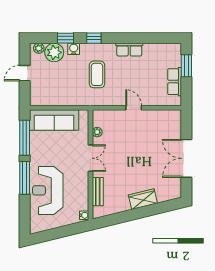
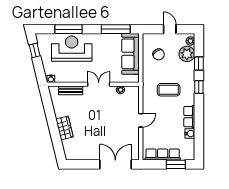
water cooler: (74, 49) -> (190, 134), moved
row of seats: (175, 82) -> (163, 155), width x1.48
chair: (55, 86) -> (159, 54), added
double door: (90, 158) -> (99, 84), swing flipped
double door: (186, 158) -> (115, 164), moved
window: (25, 178) -> (69, 29), moved
window: (50, 235) -> (35, 50), added

